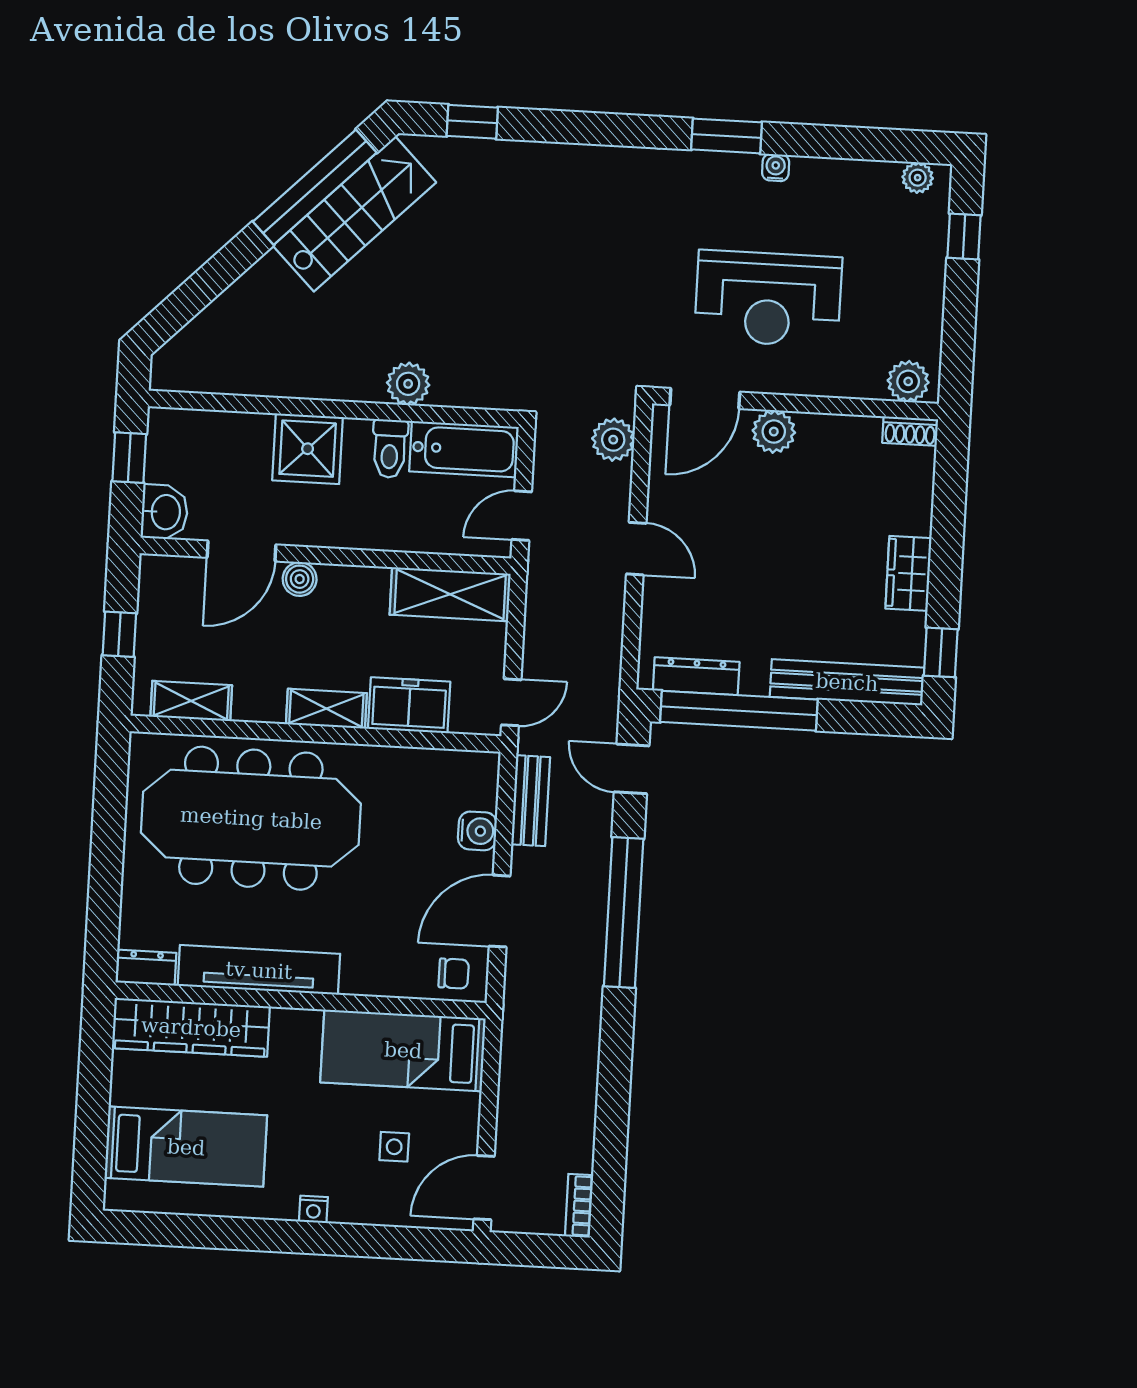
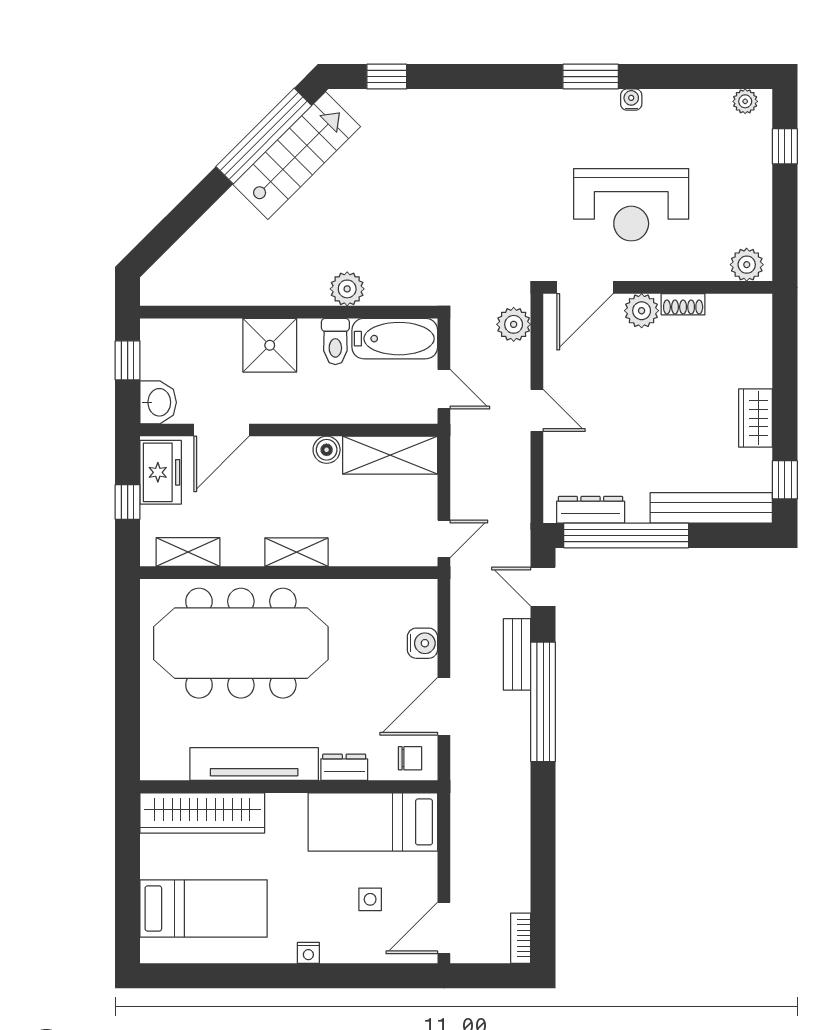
shoe rack: (910, 431) -> (683, 304), moved
door: (522, 516) -> (444, 389), swing flipped
boiler: (300, 579) -> (327, 450), moved
freezer: (409, 705) -> (161, 472), moved, turned 90
bench: (531, 801) -> (517, 654), moved
dresser: (146, 968) -> (344, 767), moved

